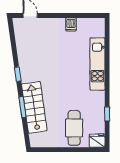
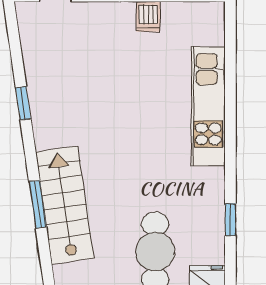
window: (18, 74) -> (23, 103), moved

